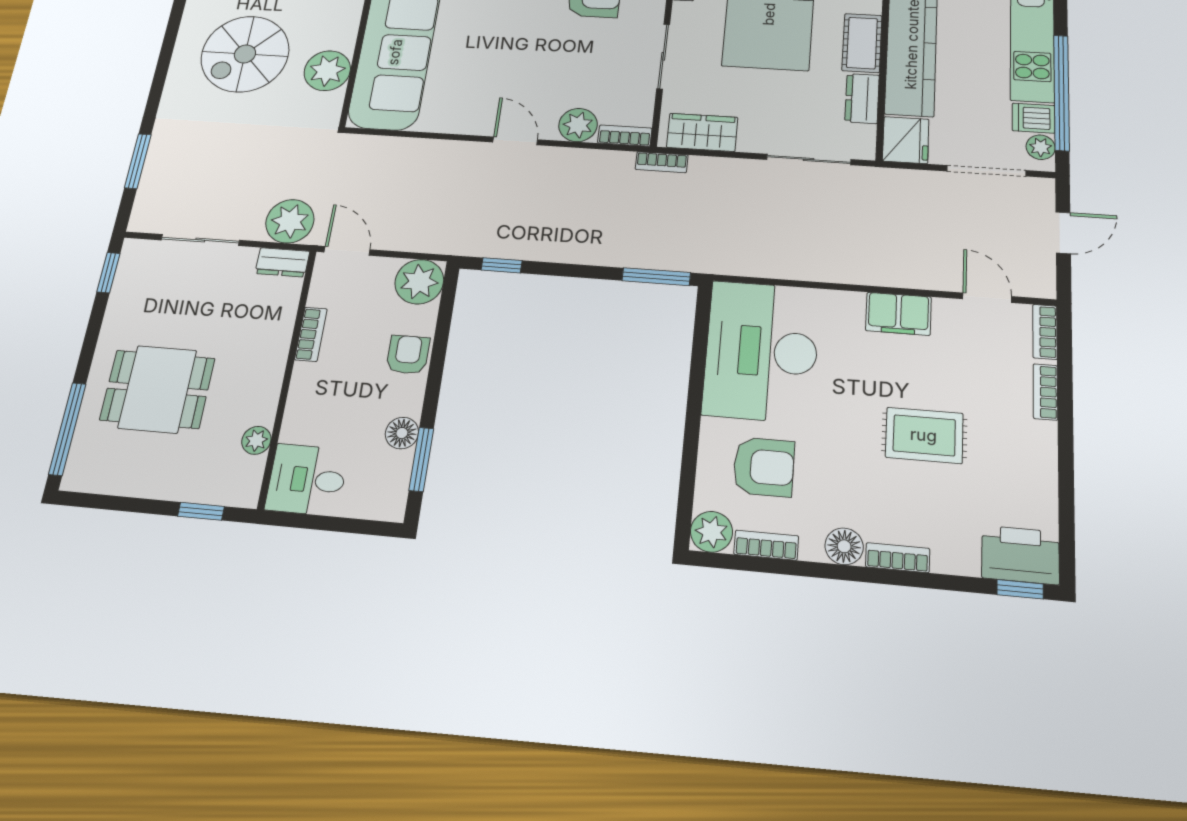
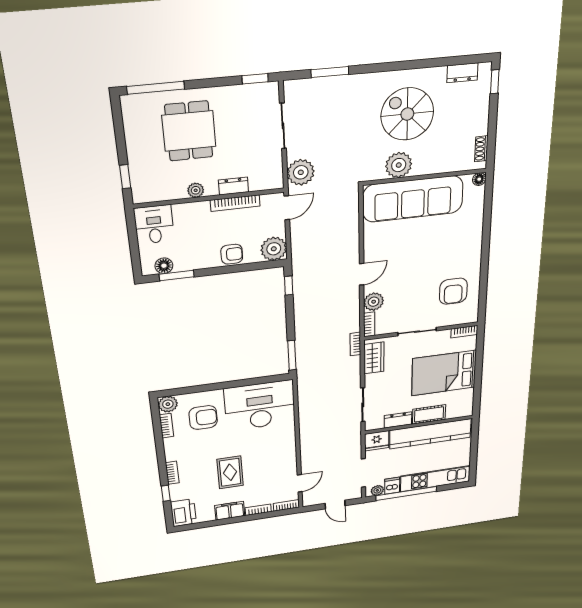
dresser: (282, 262) -> (233, 186), moved, turned 90
filing cabinet: (898, 314) -> (230, 511), moved, turned 90
bookcase: (311, 334) -> (235, 203), width x1.56
floor lamp: (402, 433) -> (164, 266), moved
plant: (256, 440) -> (196, 190), moved
armchair: (764, 467) -> (203, 418), turned -90
floor lamp: (844, 546) -> (173, 453), removed
window: (1020, 589) -> (166, 493), moved

